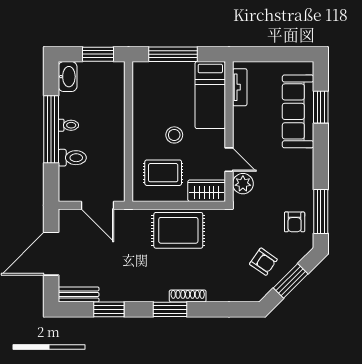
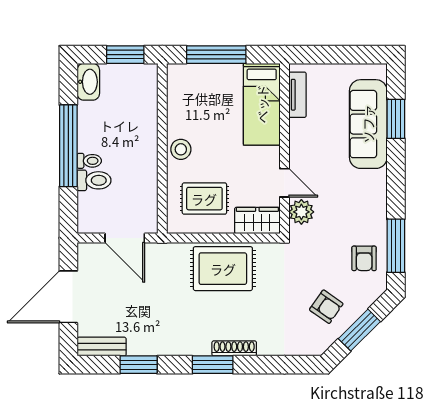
toilet: (68, 125) -> (89, 161), moved
stool: (174, 135) -> (181, 149), moved

